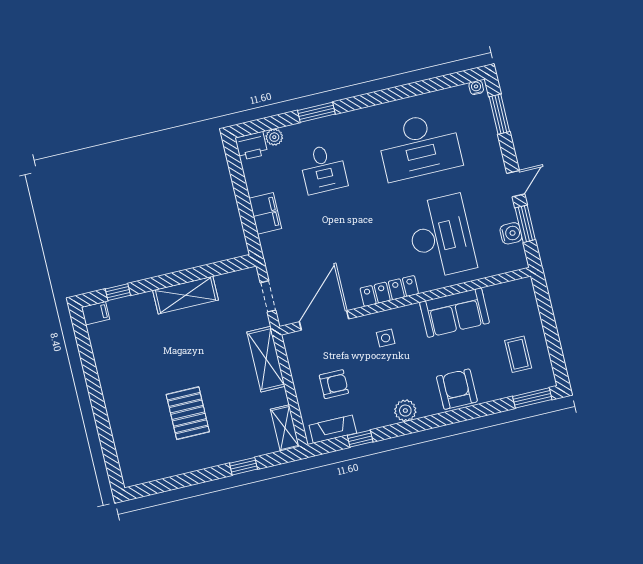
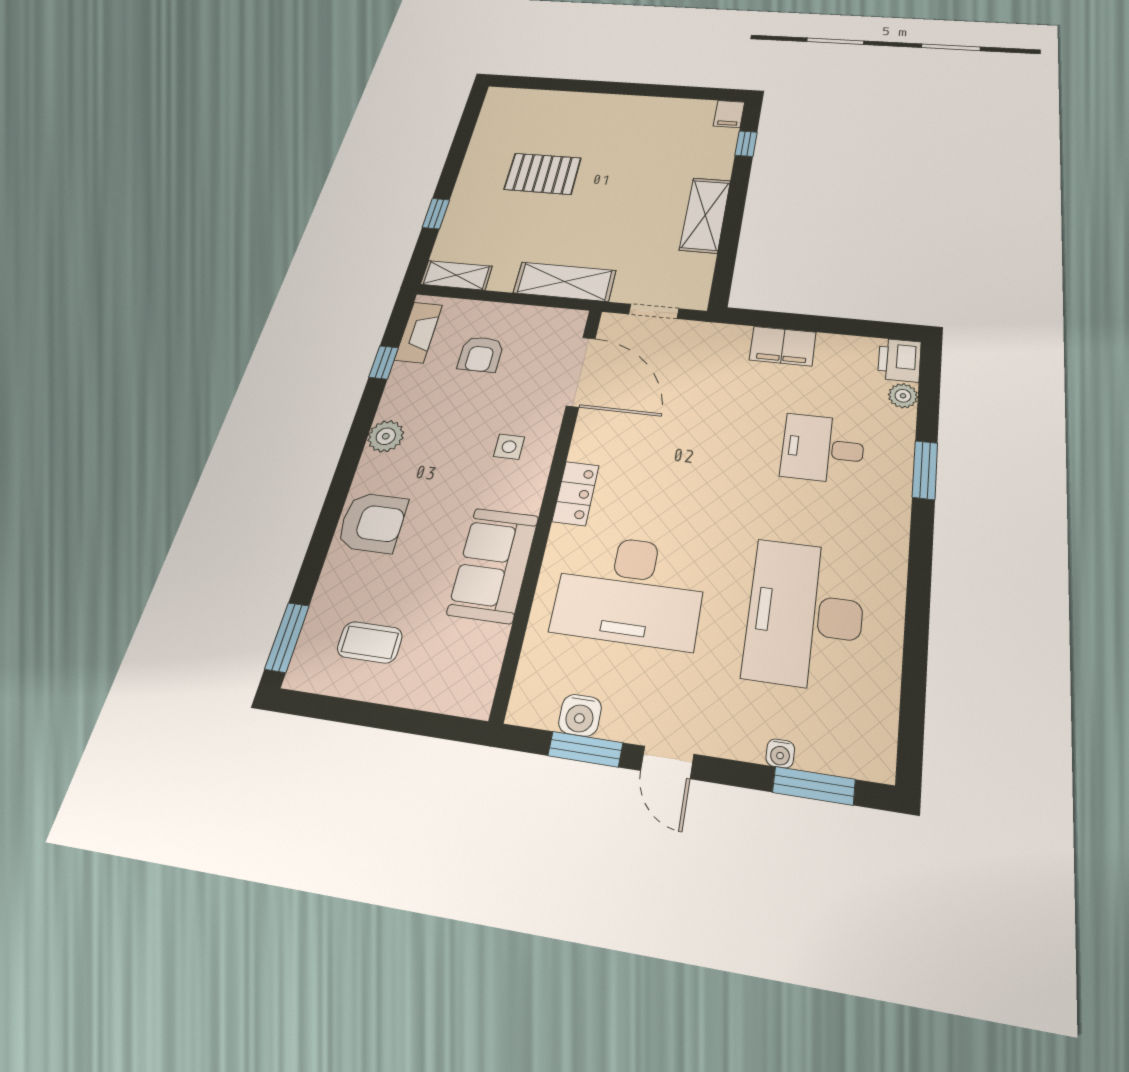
water cooler: (476, 87) -> (780, 753), moved, turned 90
locker: (389, 291) -> (576, 493), width x0.66

